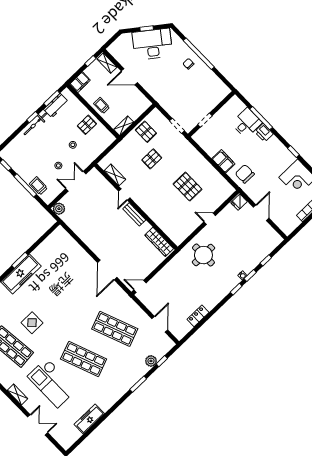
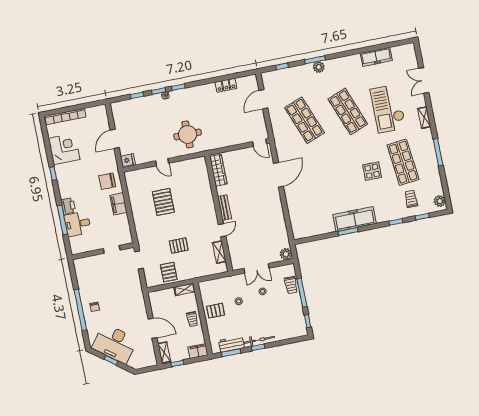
chair: (245, 174) -> (107, 181), turned 90
plant: (151, 361) -> (319, 67), moved
checkout: (52, 383) -> (388, 109), turned 180

